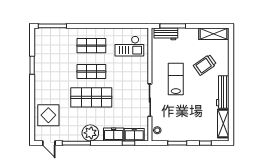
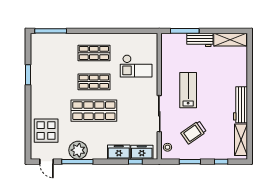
workbench: (166, 34) -> (200, 40), moved
checkout: (129, 46) -> (136, 66), moved
trolley: (205, 65) -> (194, 132), moved
plant: (90, 133) -> (78, 150), moved

